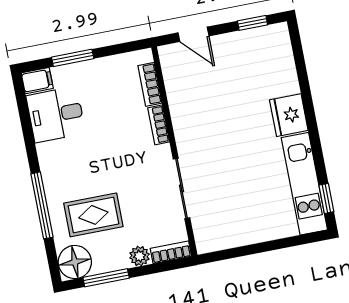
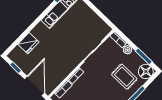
door: (193, 34) -> (35, 86), width x1.88
fridge: (289, 115) -> (28, 43), moved

